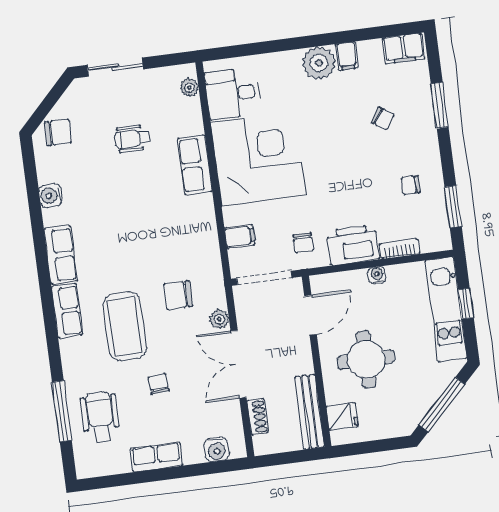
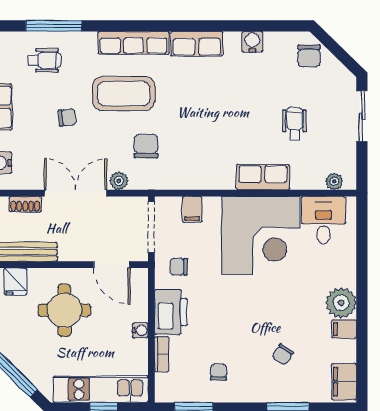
row of seats: (67, 311) -> (134, 43), width x1.48
wheelchair: (100, 417) -> (44, 60), width x0.73, depth x0.73

